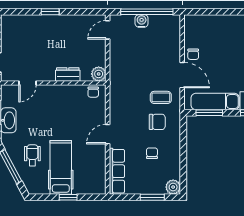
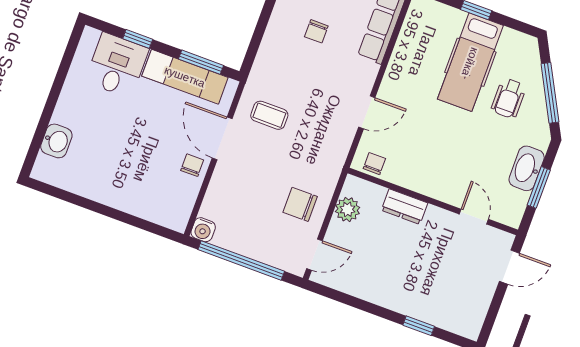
window: (50, 12) -> (419, 326), moved
water cooler: (142, 21) -> (203, 230), moved
plant: (99, 74) -> (348, 209), moved
door: (28, 83) -> (474, 217), hinge flipped
chair: (157, 122) -> (300, 204), moved
door: (108, 134) -> (367, 112), moved

